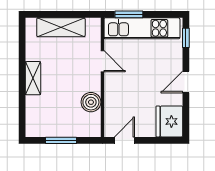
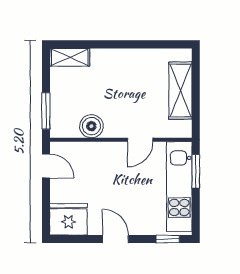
shelving: (33, 78) -> (70, 57), moved
window: (61, 140) -> (46, 111), moved

